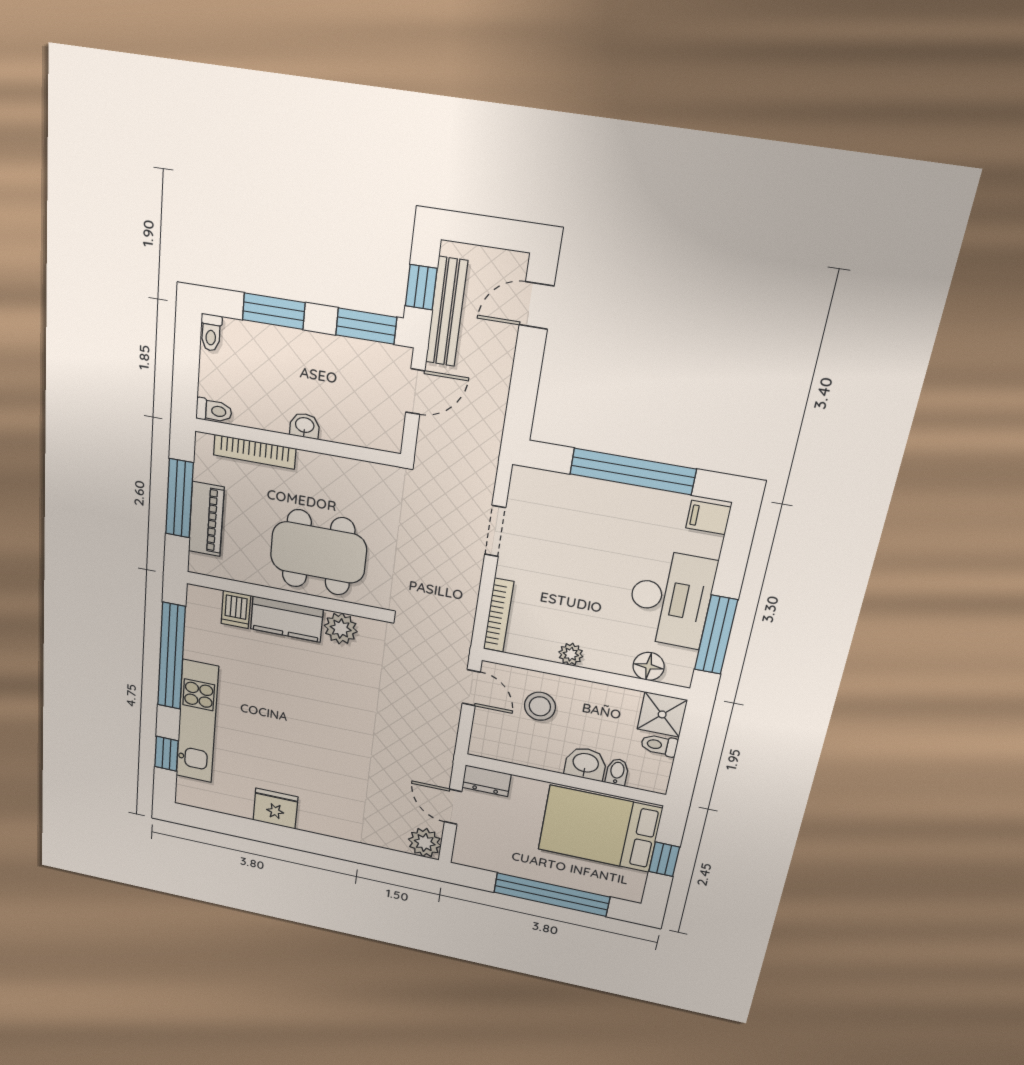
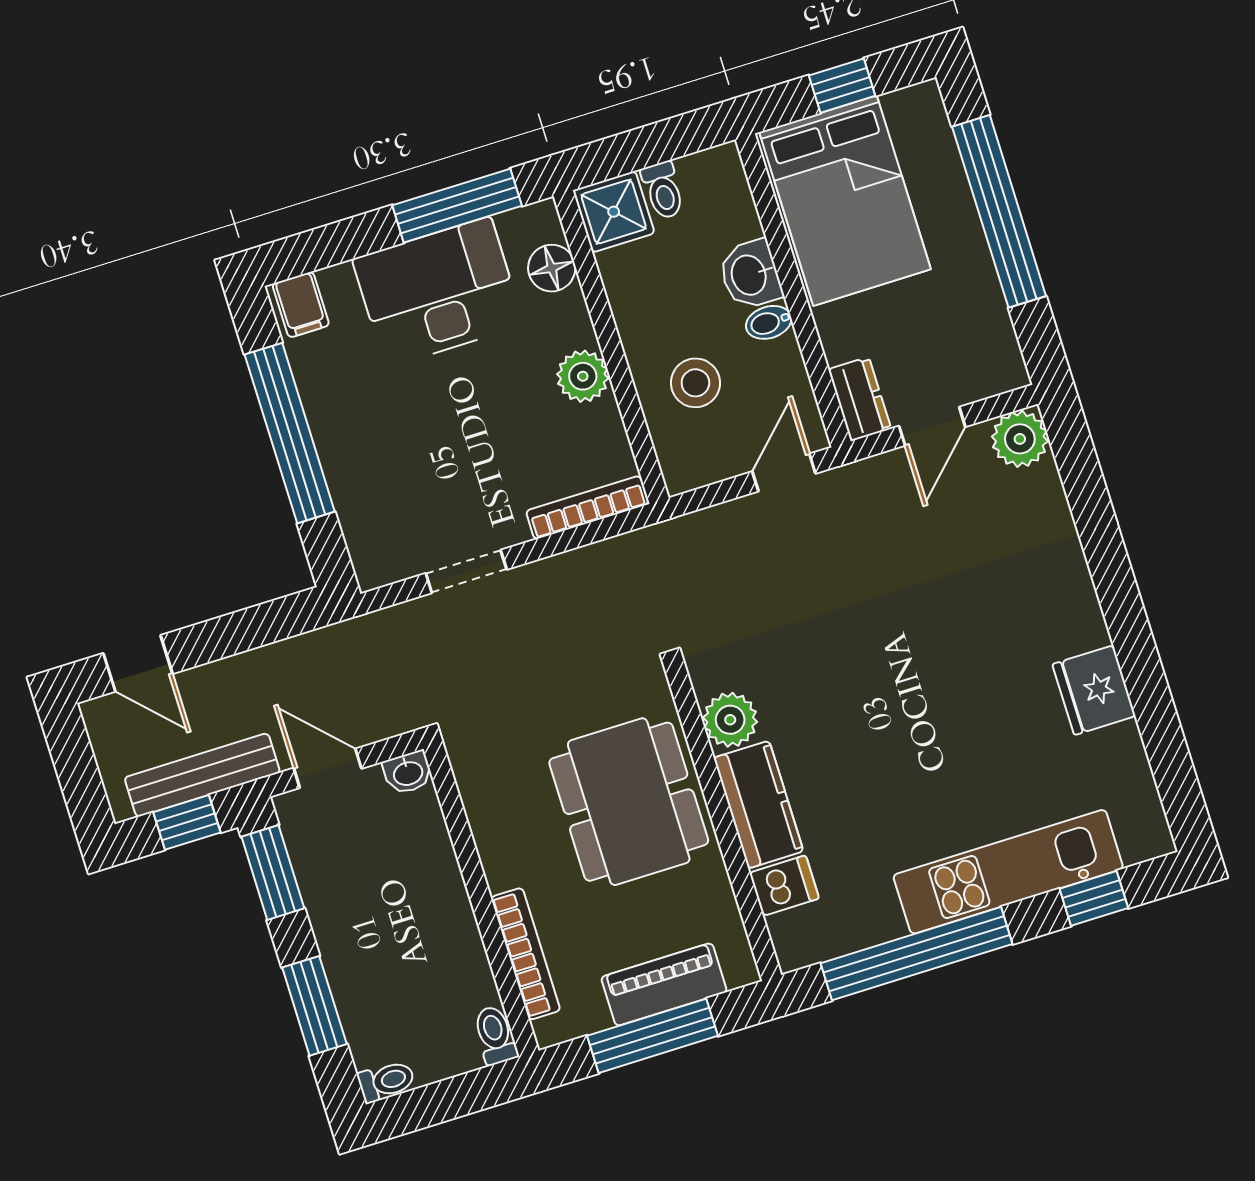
washbasin: (305, 426) -> (408, 773), moved, turned -90
plant: (571, 654) -> (583, 376), width x1.38, depth x1.38
door: (471, 688) -> (784, 472), moved
bidet: (617, 772) -> (769, 322), moved

